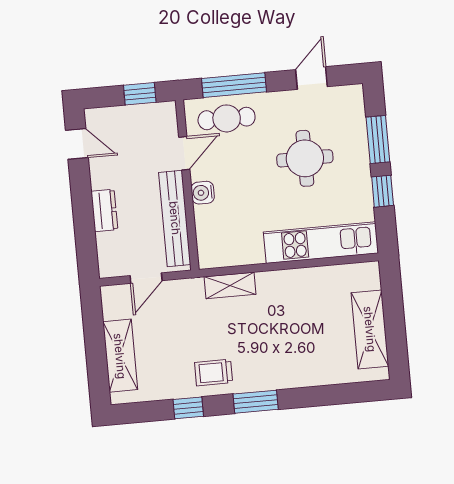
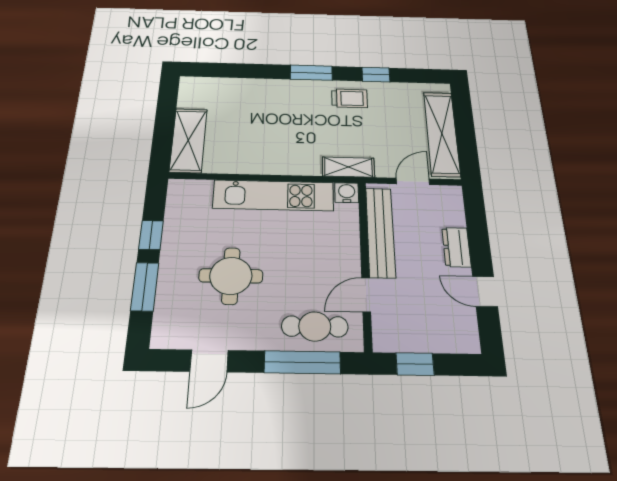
door: (77, 144) -> (485, 291), moved
water cooler: (203, 193) -> (347, 193), moved, turned -90
kitchen unit: (321, 243) -> (273, 195), moved
shelving: (230, 285) -> (348, 167), moved
shelving: (370, 329) -> (188, 140), moved
shelving: (120, 356) -> (442, 134), width x1.47

